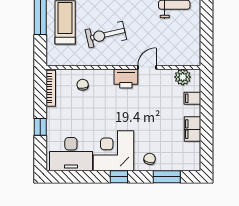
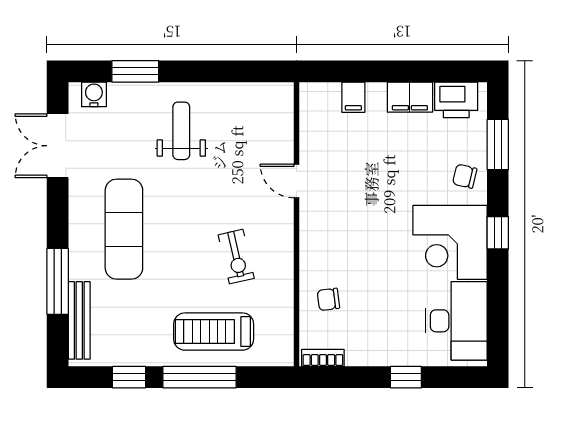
exercise bike: (106, 35) -> (236, 257), width x0.73, depth x0.72
plant: (183, 77) -> (314, 115), removed
printer: (126, 78) -> (456, 100), moved, turned 90
bookcase: (51, 88) -> (323, 358), width x0.64

